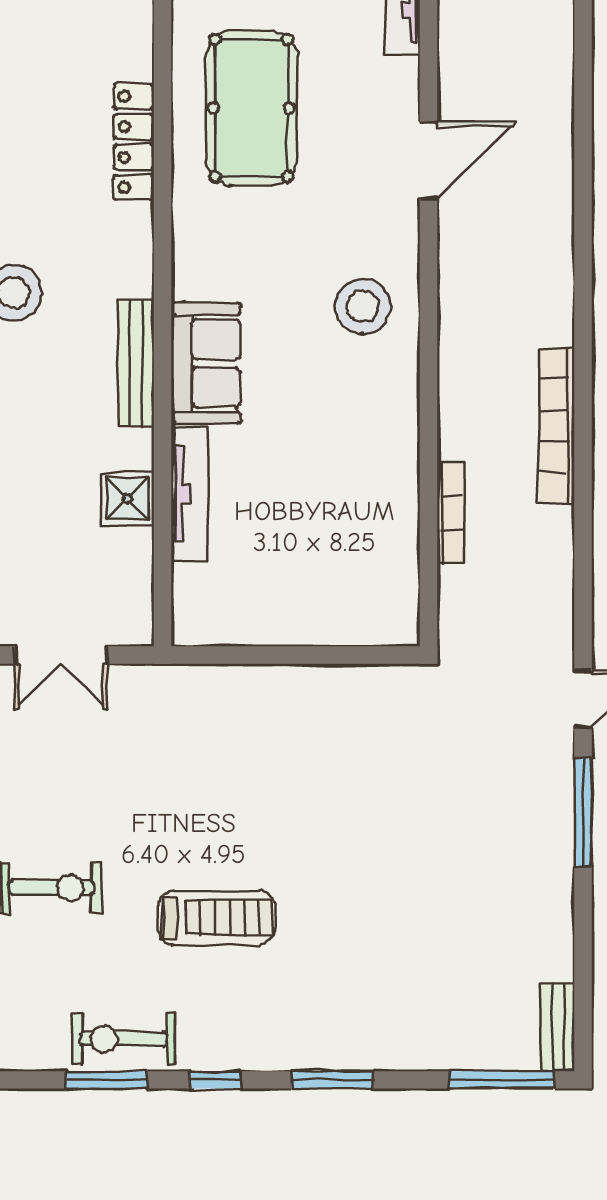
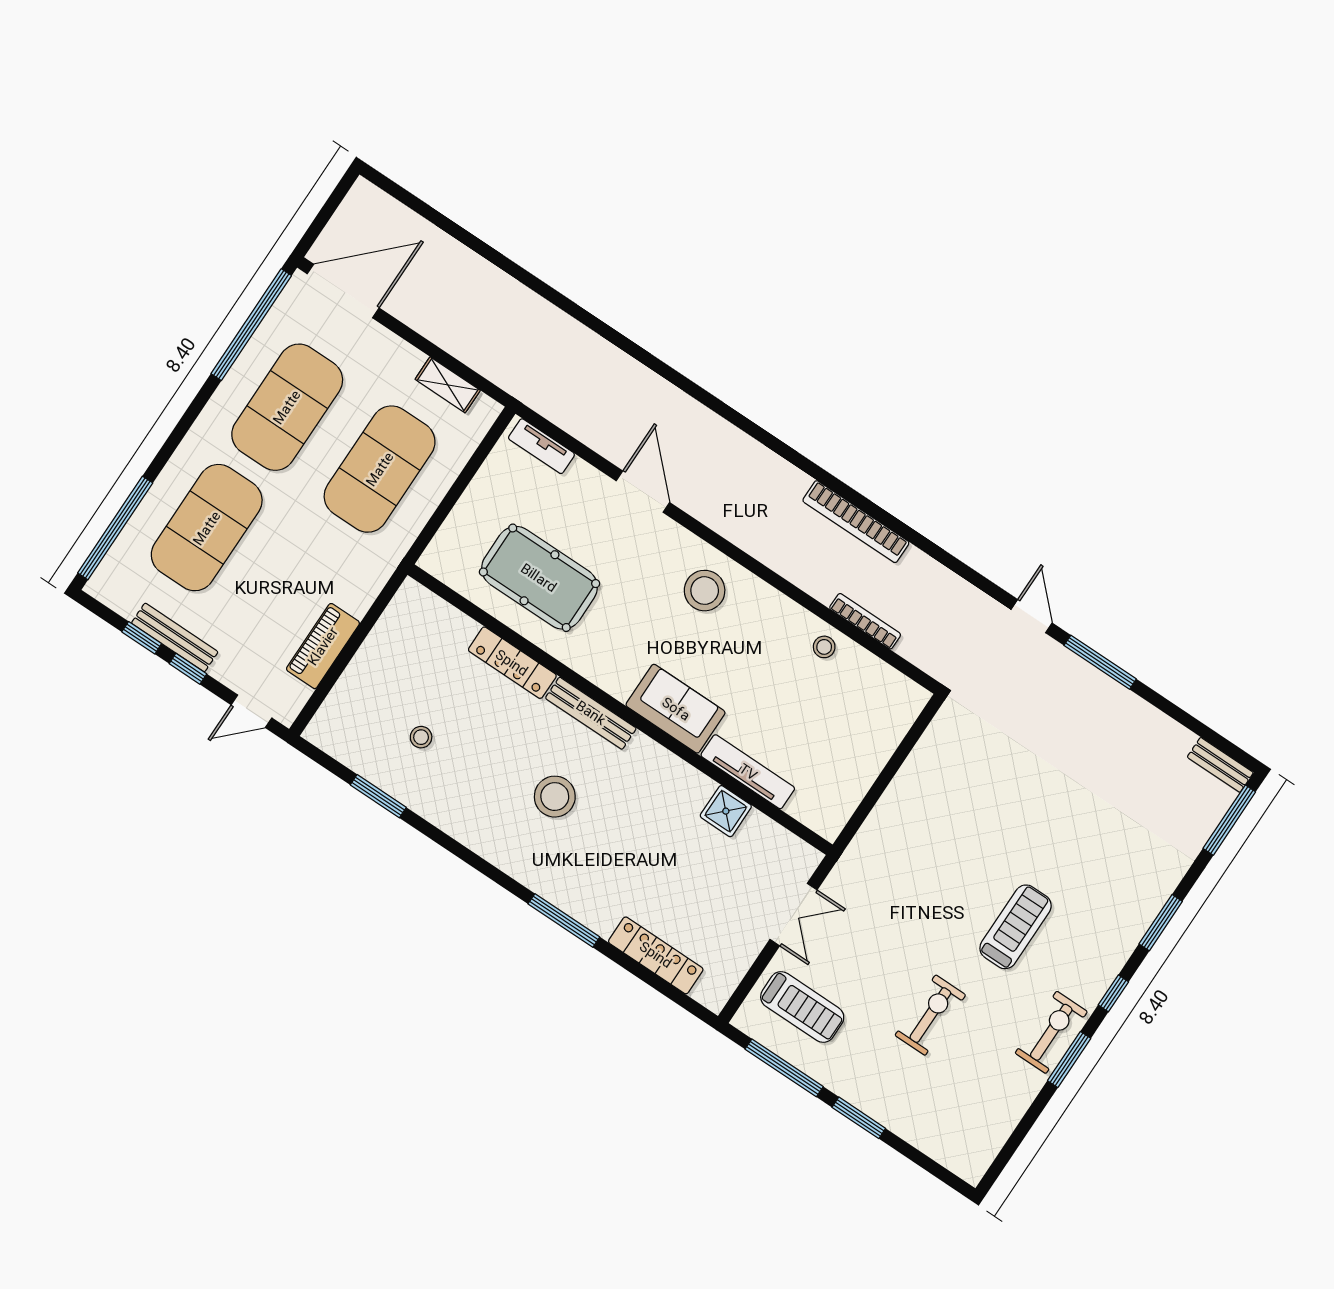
bench: (136, 363) -> (591, 713), moved
stool: (390, 486) -> (824, 647), added
exercise bike: (124, 1039) -> (1051, 1032), turned 180

